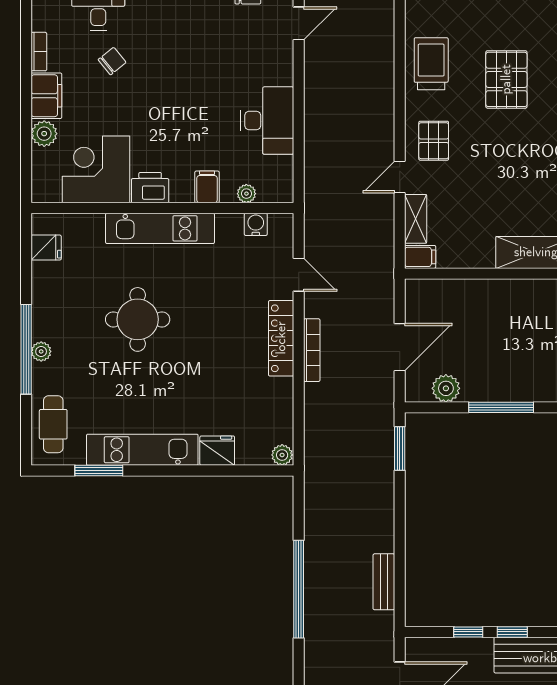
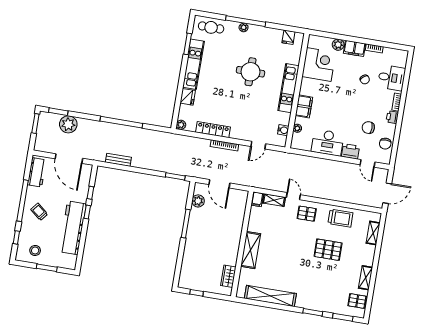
chair: (218, 35) -> (368, 128), added
filing cabinet: (207, 187) -> (304, 106), width x2.00
printer: (150, 188) -> (350, 151), moved, turned -90
locker: (281, 338) -> (213, 130), moved

